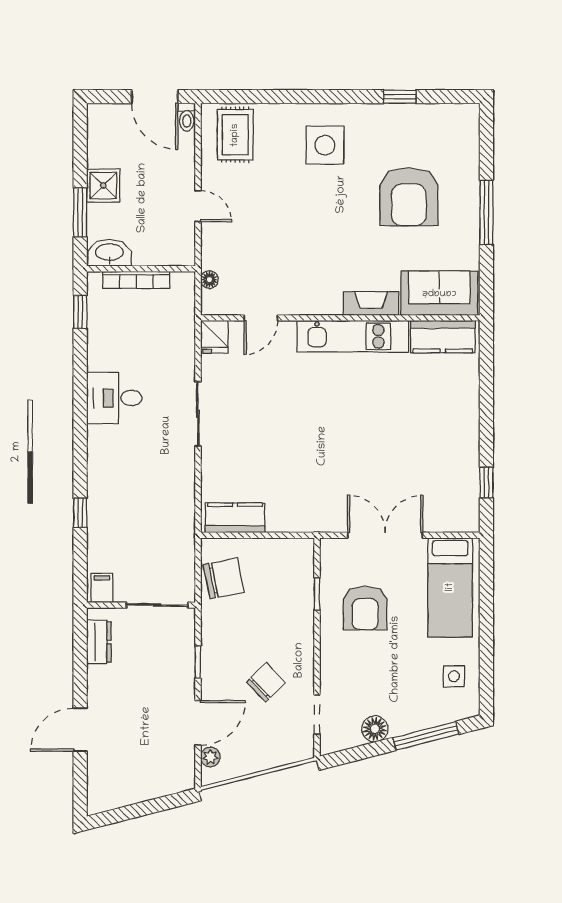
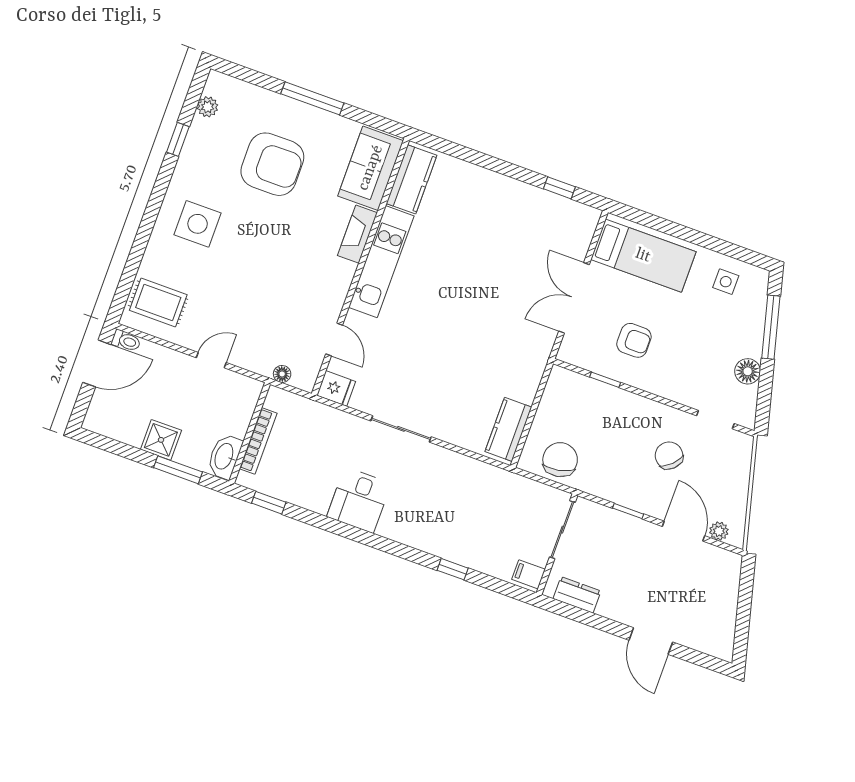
plant: (442, 114) -> (208, 107), added
armchair: (365, 608) -> (634, 340), width x0.72, depth x0.72

